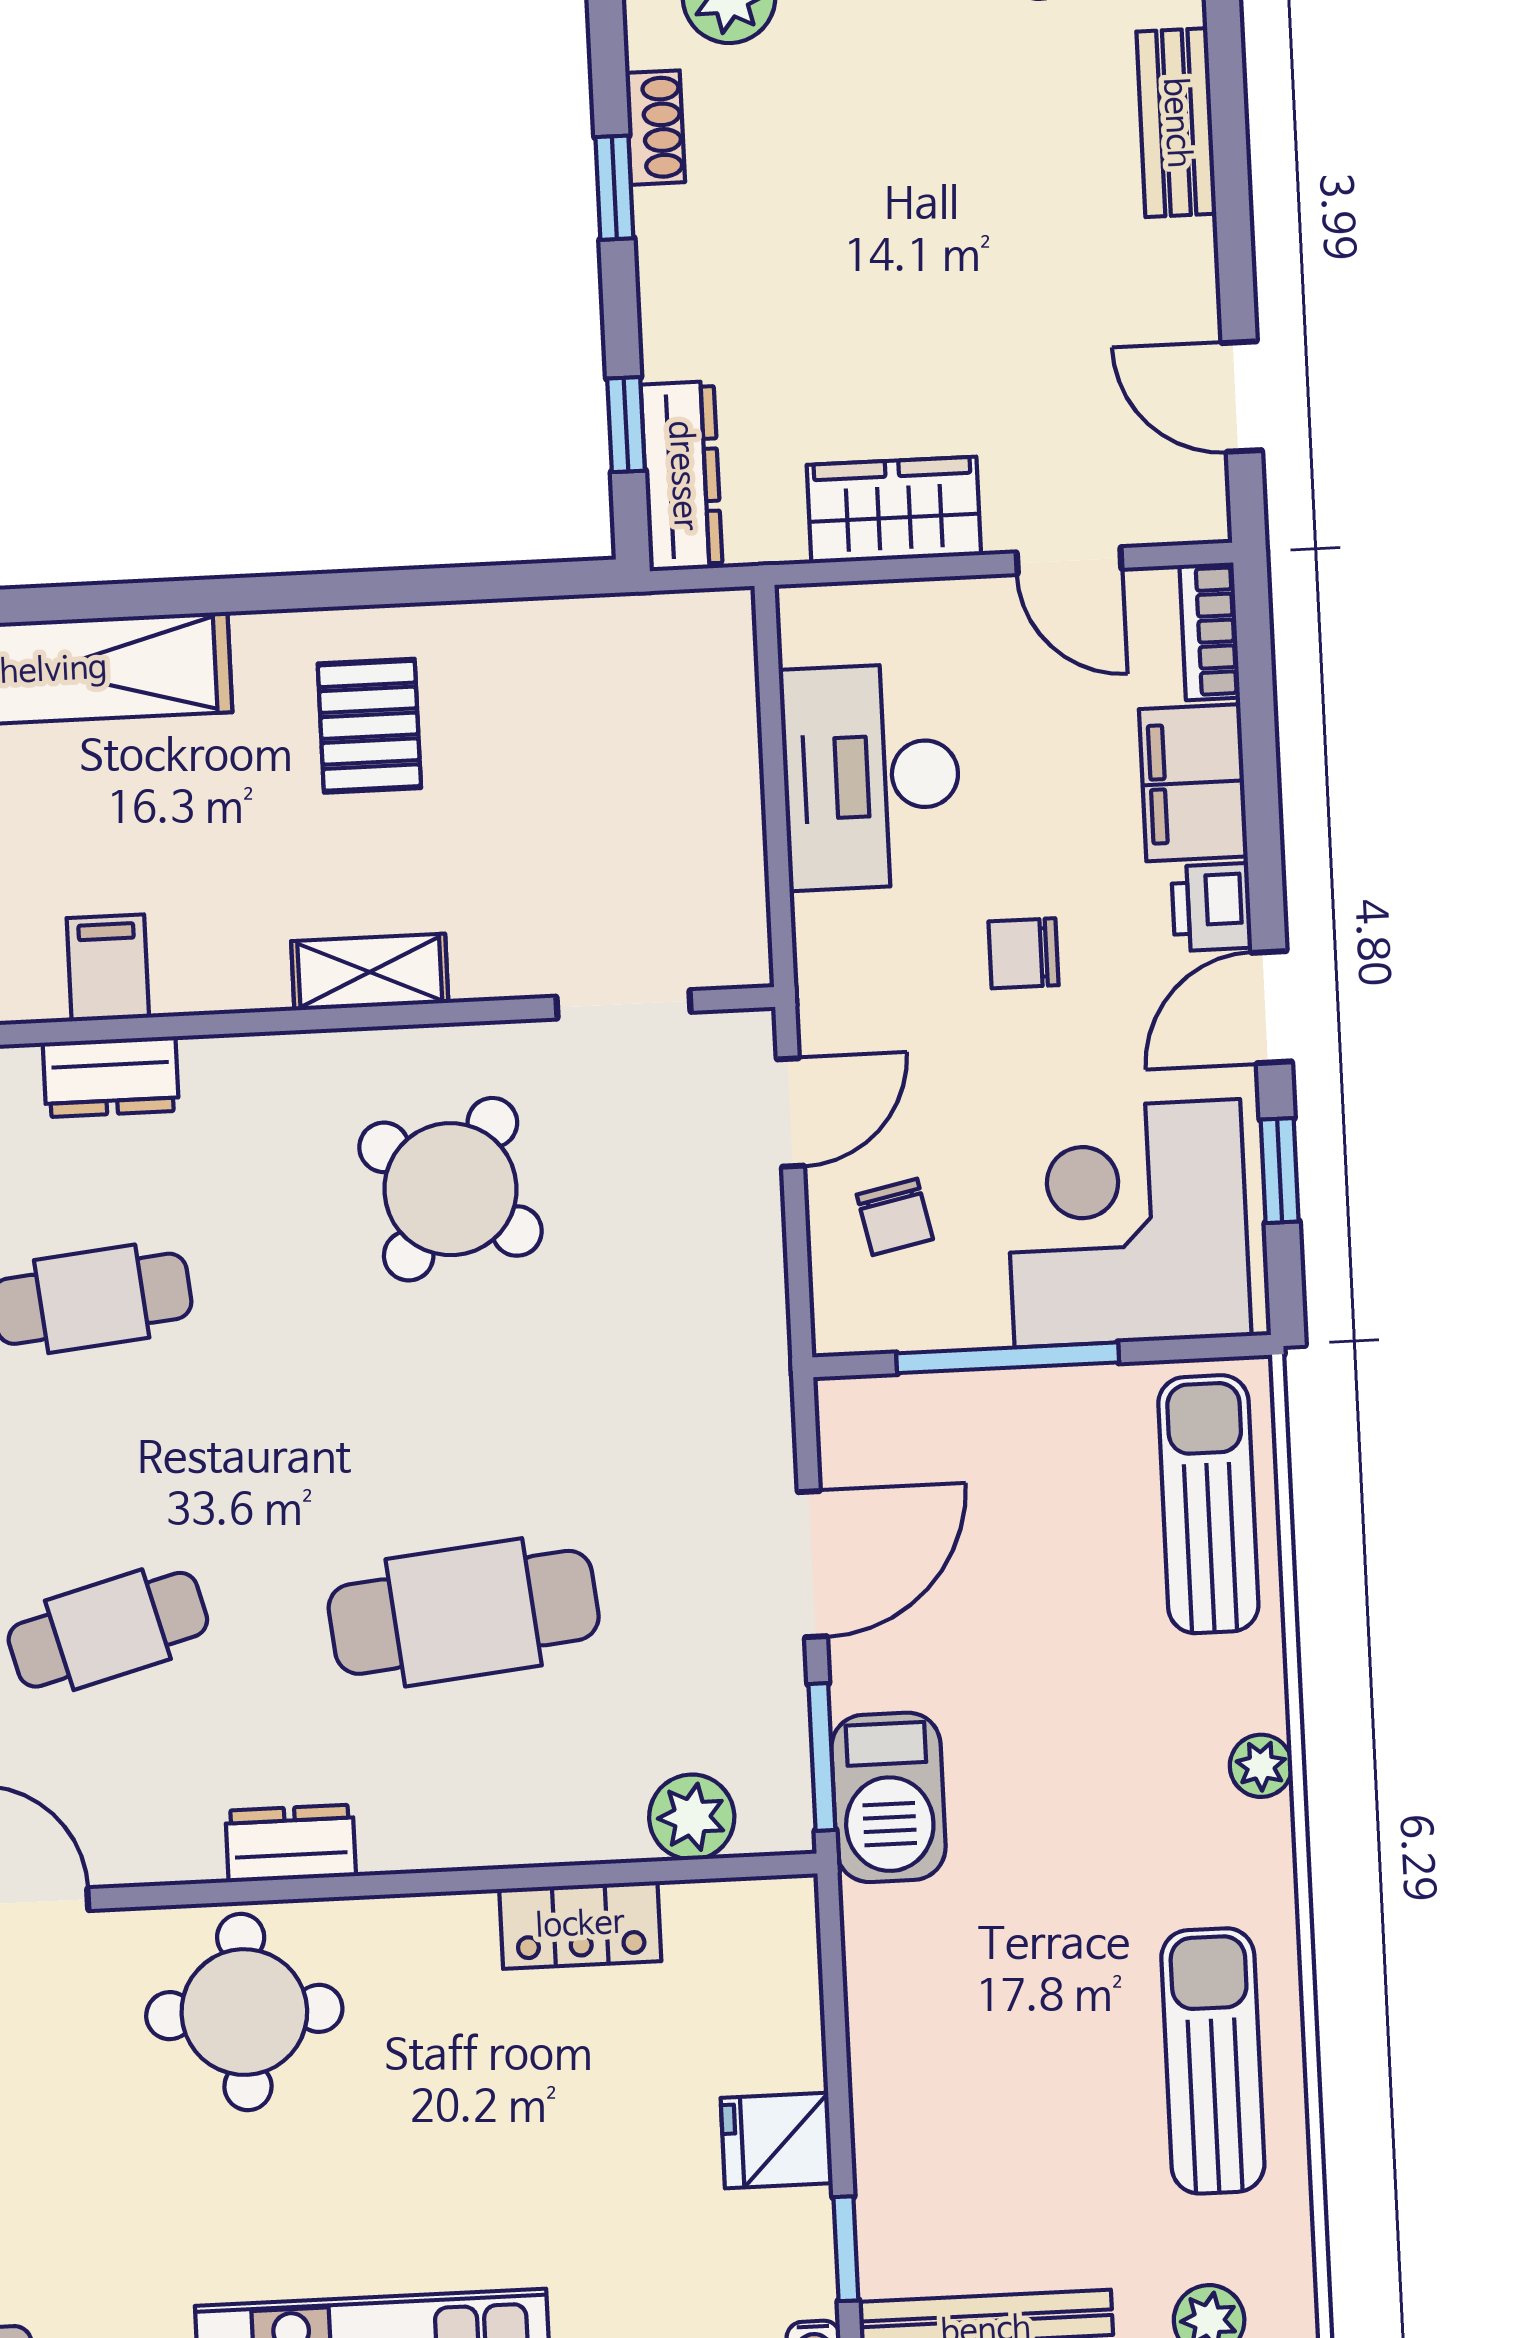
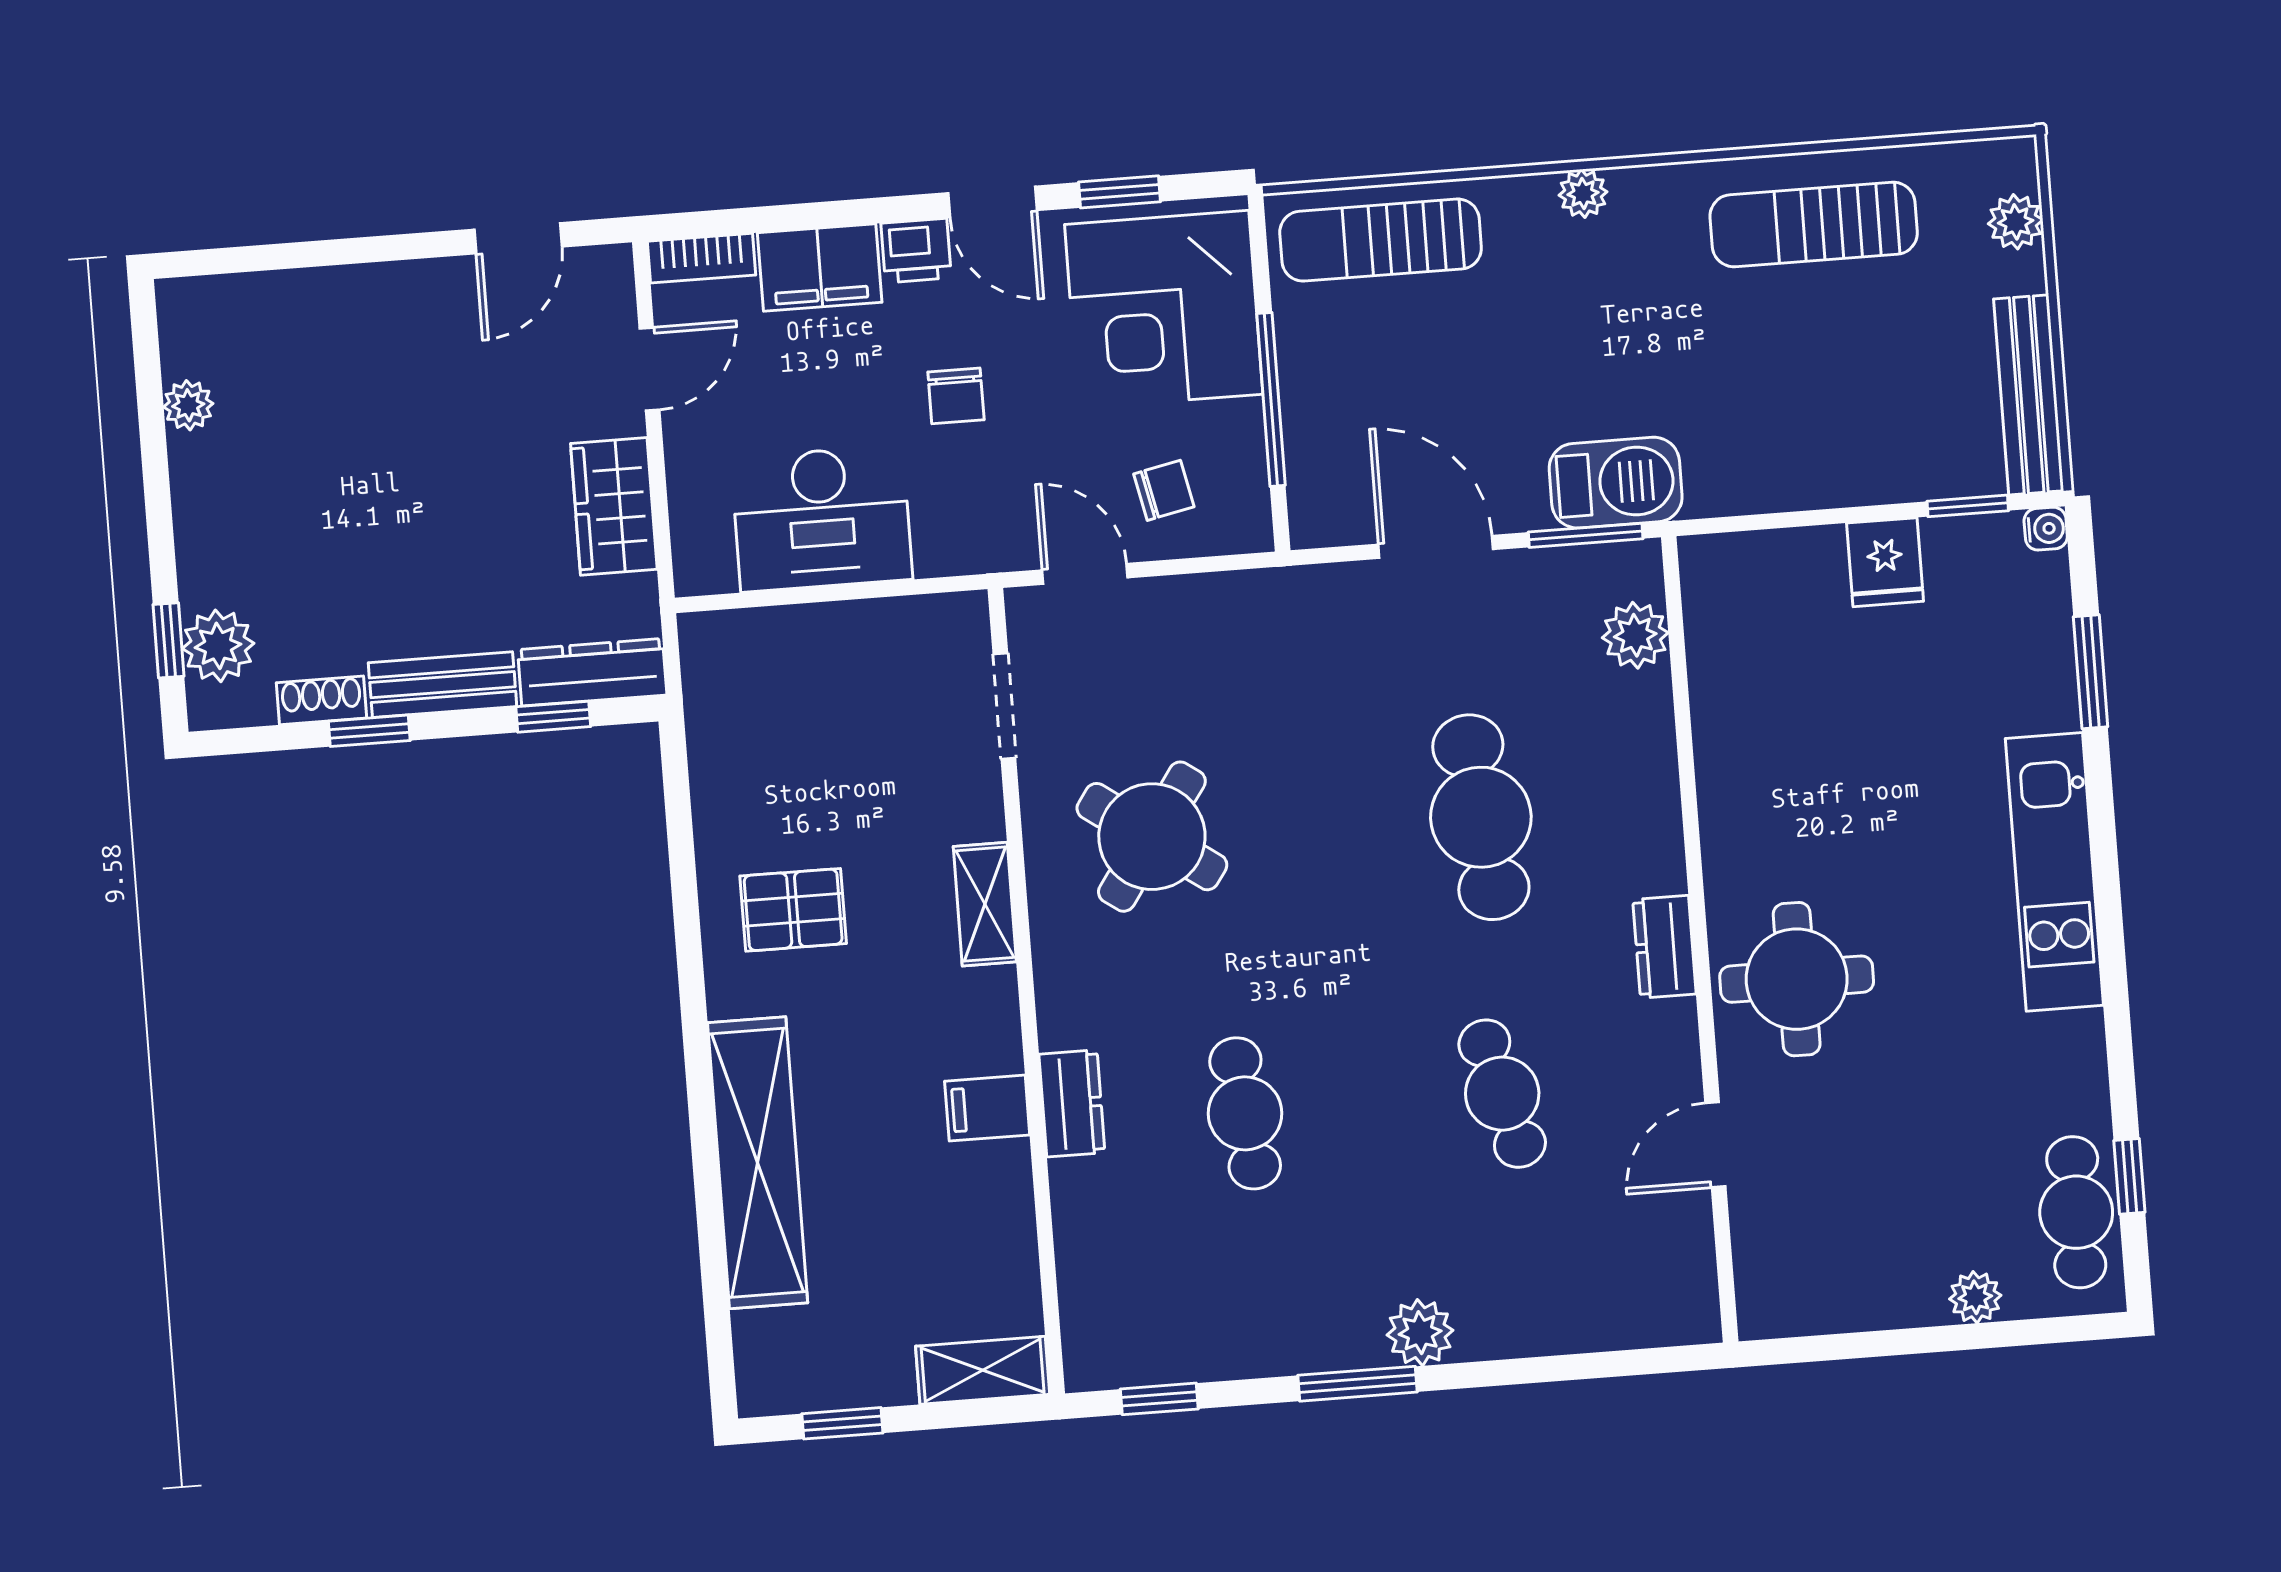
bench: (1176, 123) -> (443, 685), moved
locker: (580, 1925) -> (1722, 720), removed

